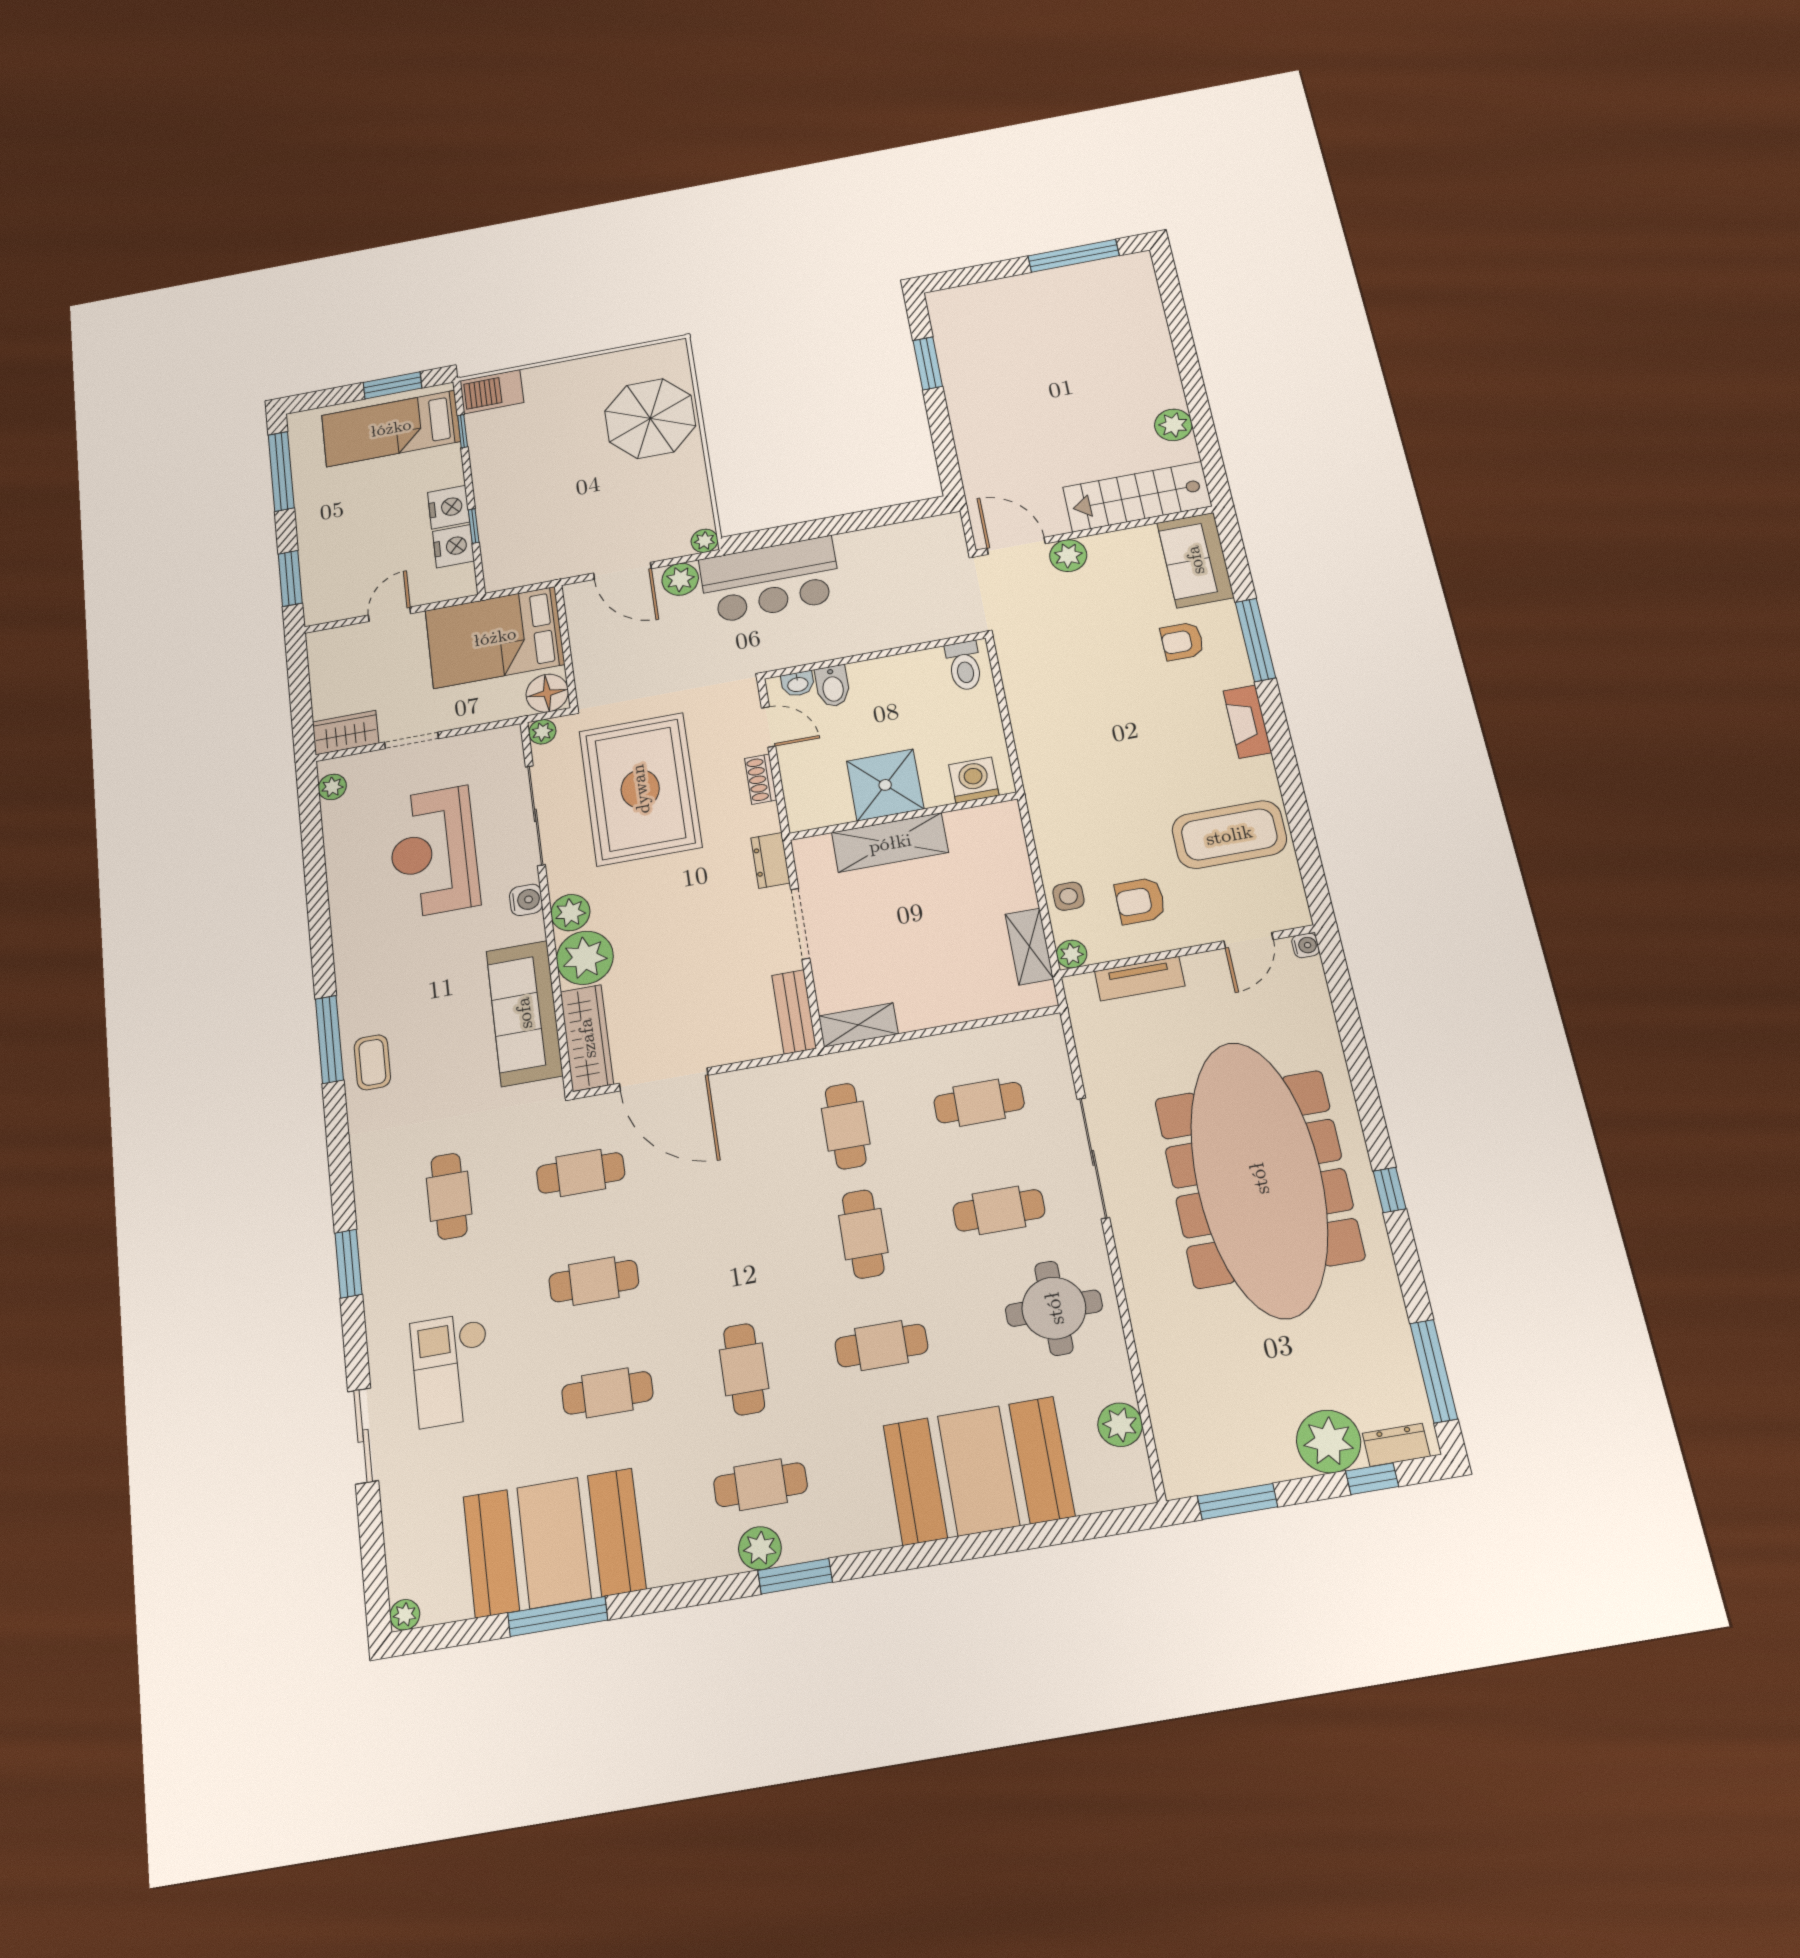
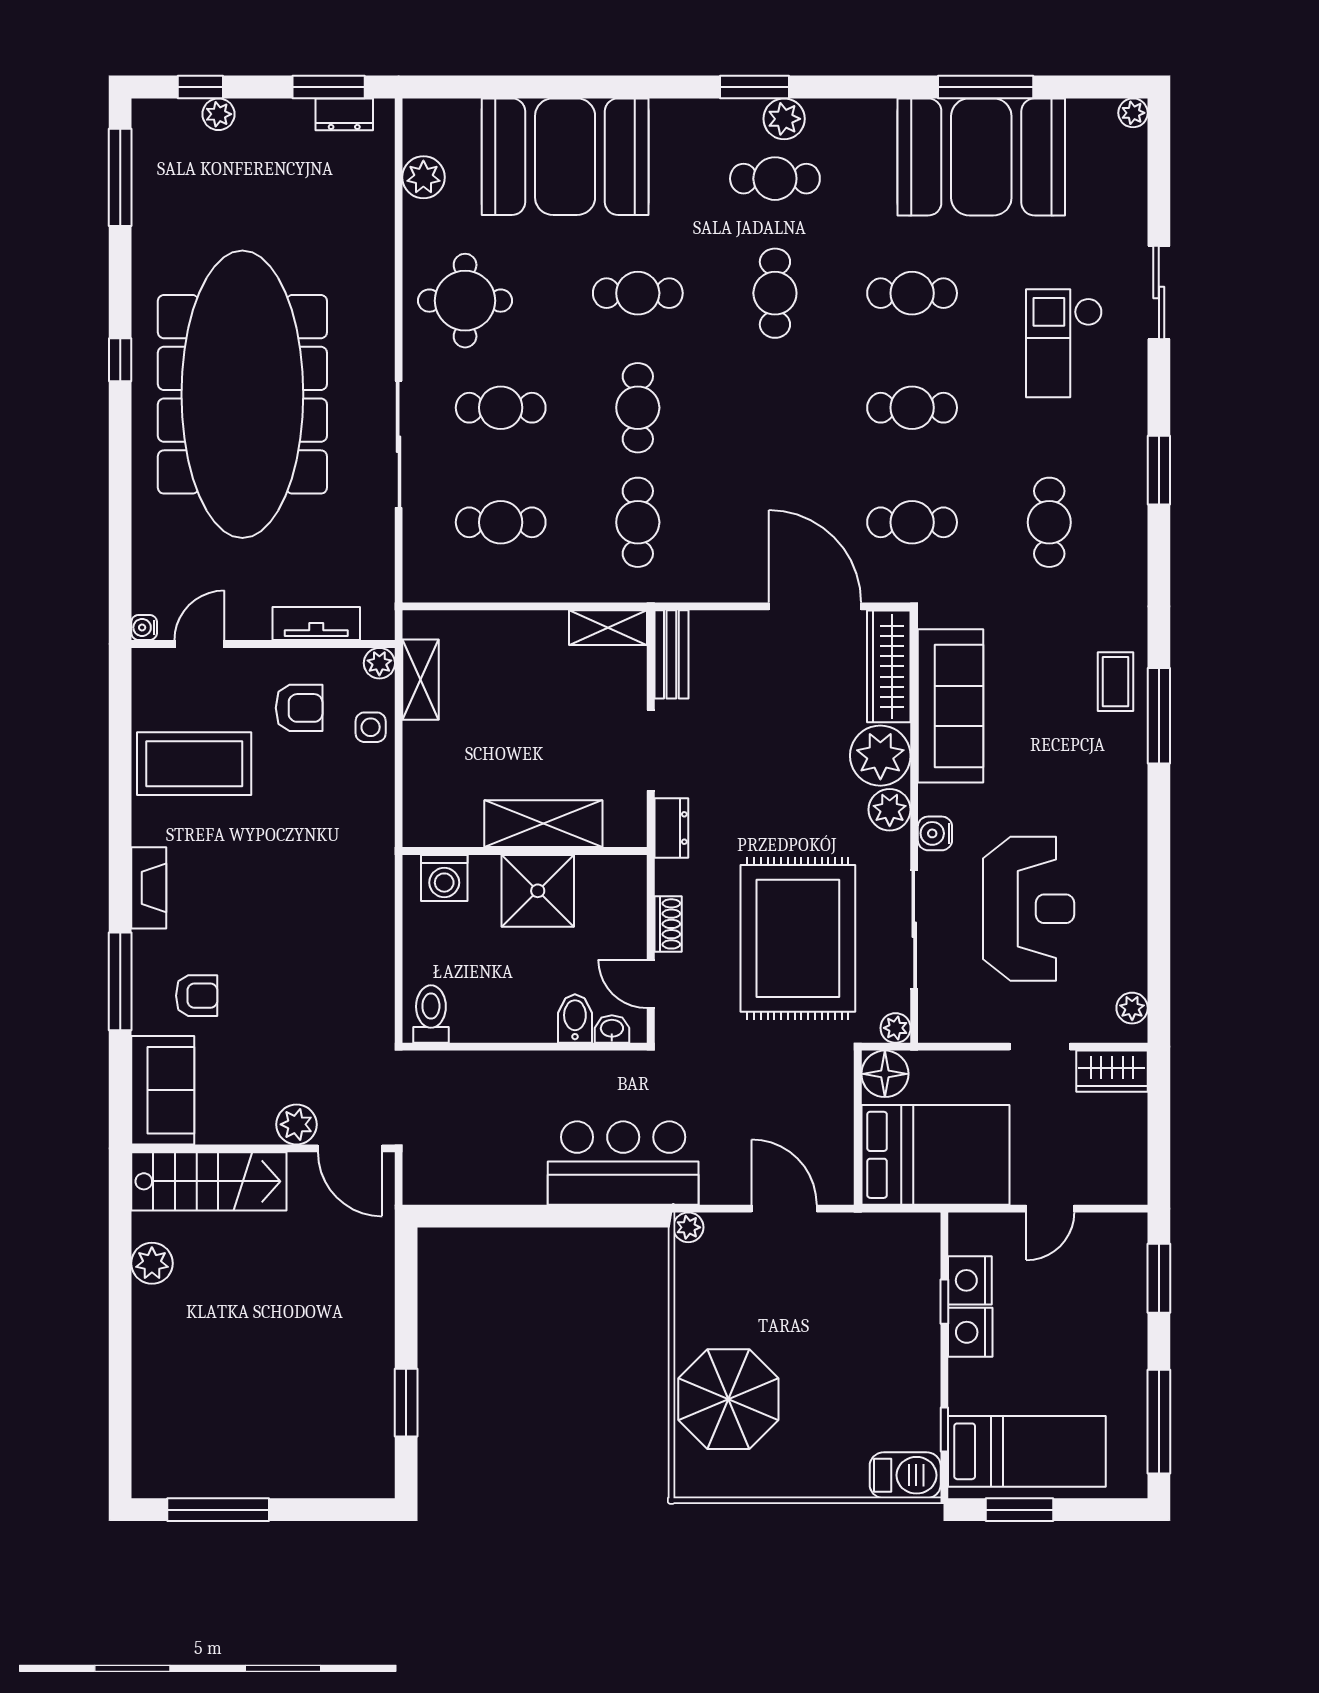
plant: (680, 579) -> (722, 1184), removed
checkout: (452, 1370) -> (1064, 343), turned 180
plant: (1329, 1441) -> (218, 114), width x0.53, depth x0.53
dresser: (1396, 1445) -> (344, 114), moved

